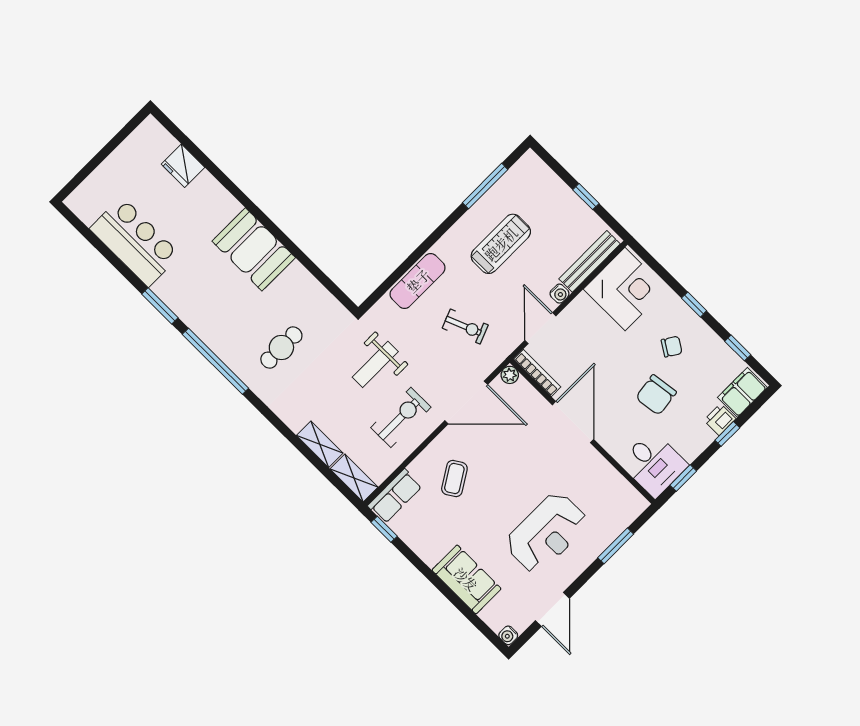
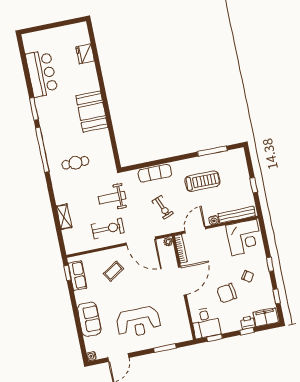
shelving: (354, 478) -> (69, 242), removed
row of seats: (395, 496) -> (77, 276), moved, turned -90

